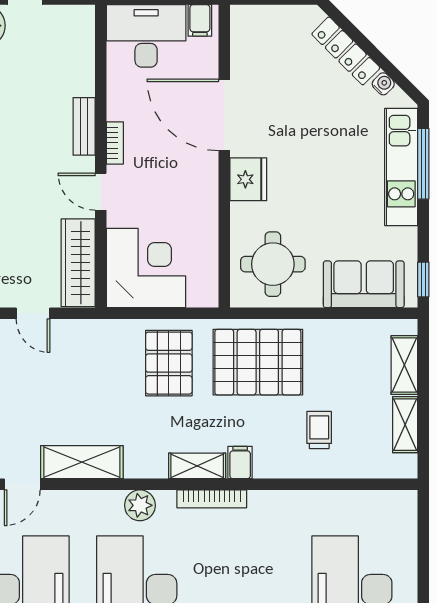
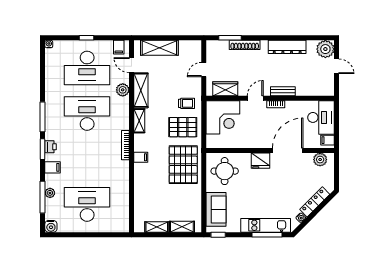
plant: (246, 38) -> (320, 160), added
wardrobe: (78, 263) -> (225, 89), width x0.67
trolley: (319, 430) -> (186, 103), moved
shelving: (197, 466) -> (139, 121), moved
plant: (140, 505) -> (123, 90), moved

